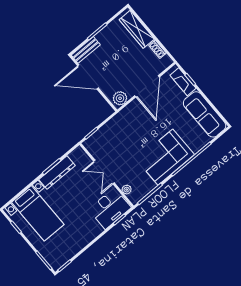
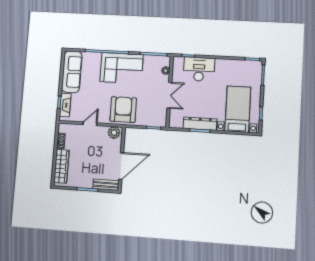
door: (88, 77) -> (121, 166), hinge flipped
door: (147, 86) -> (90, 124), width x0.53
armchair: (131, 124) -> (123, 110), added
desk: (110, 208) -> (199, 69), moved

